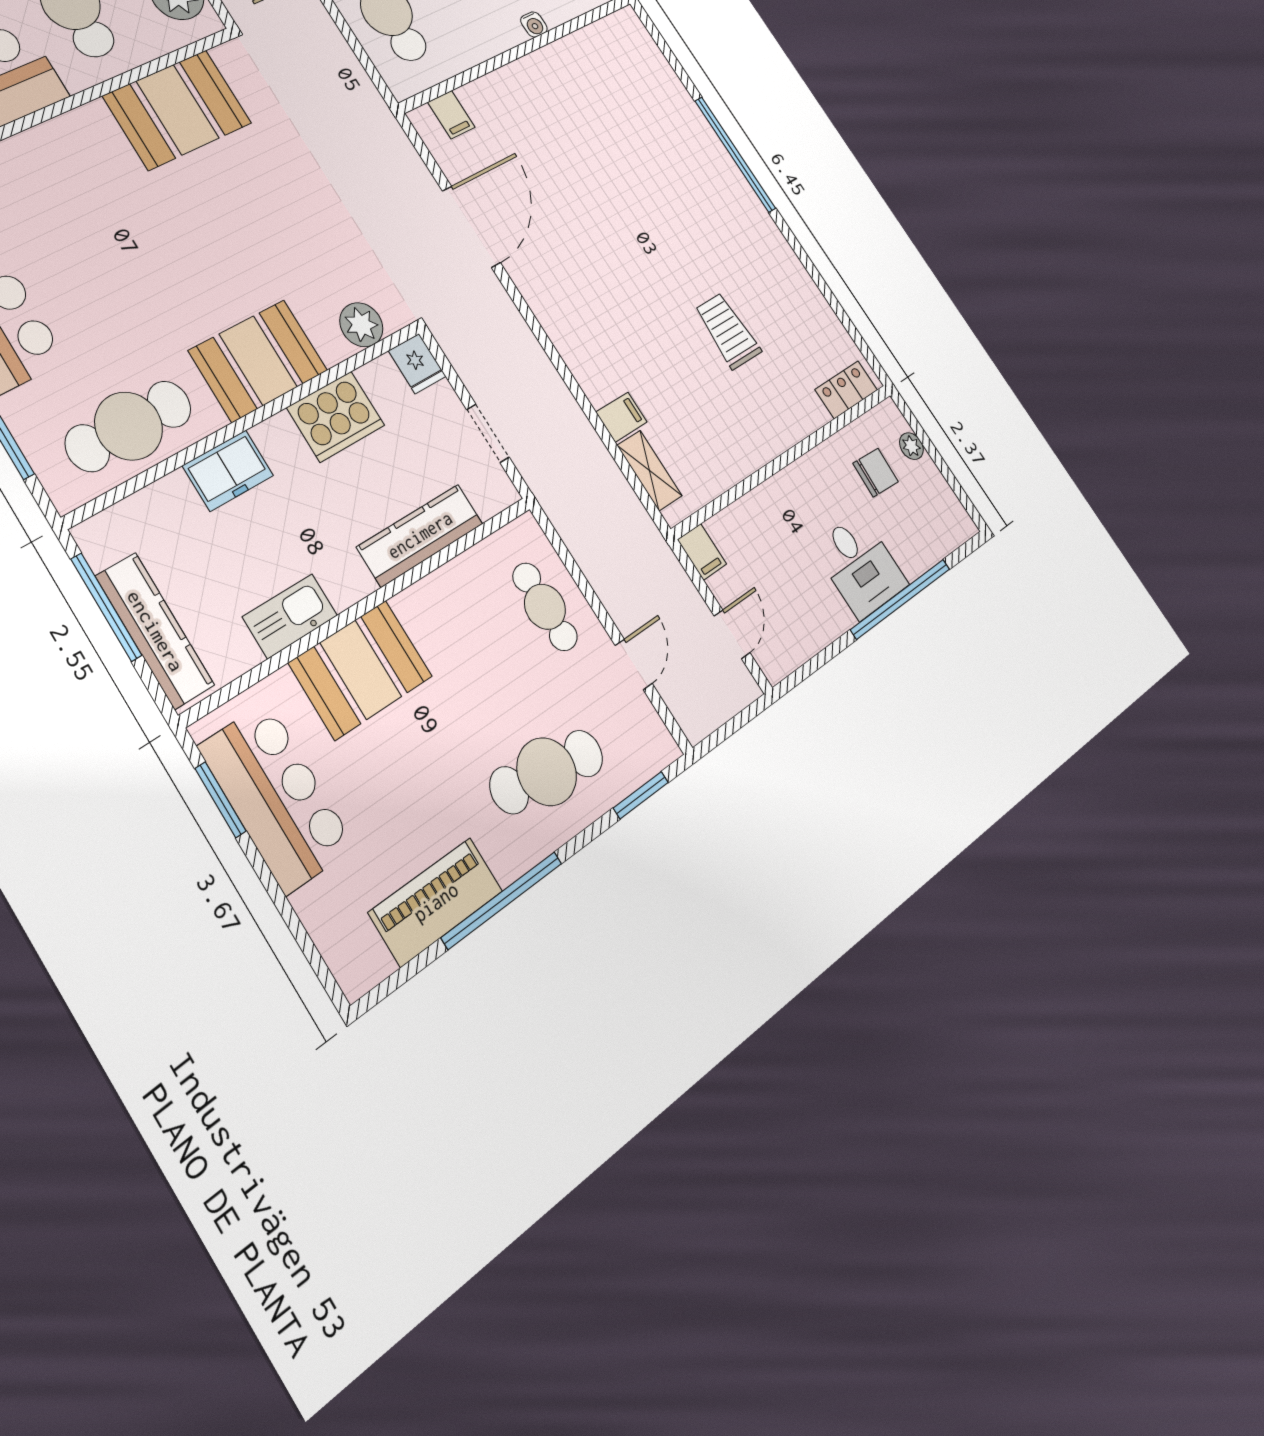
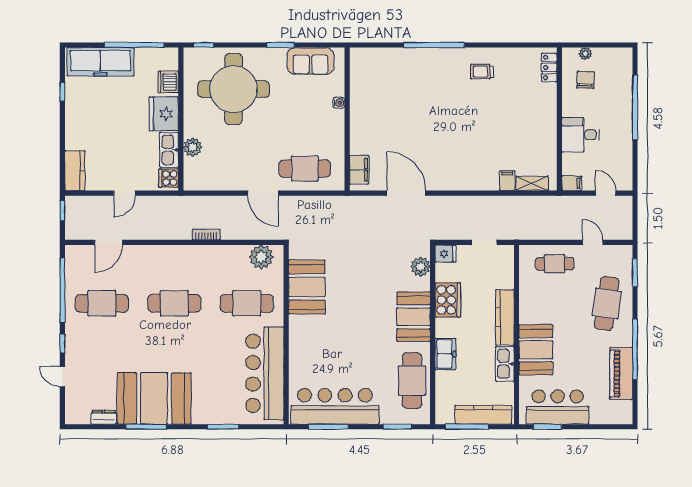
filing cabinet: (451, 115) -> (359, 170), width x2.00
trolley: (728, 331) -> (482, 72), moved, width x0.73, depth x0.72
kitchen counter: (420, 535) -> (505, 317), moved
desk: (860, 566) -> (580, 135), moved, turned 180

